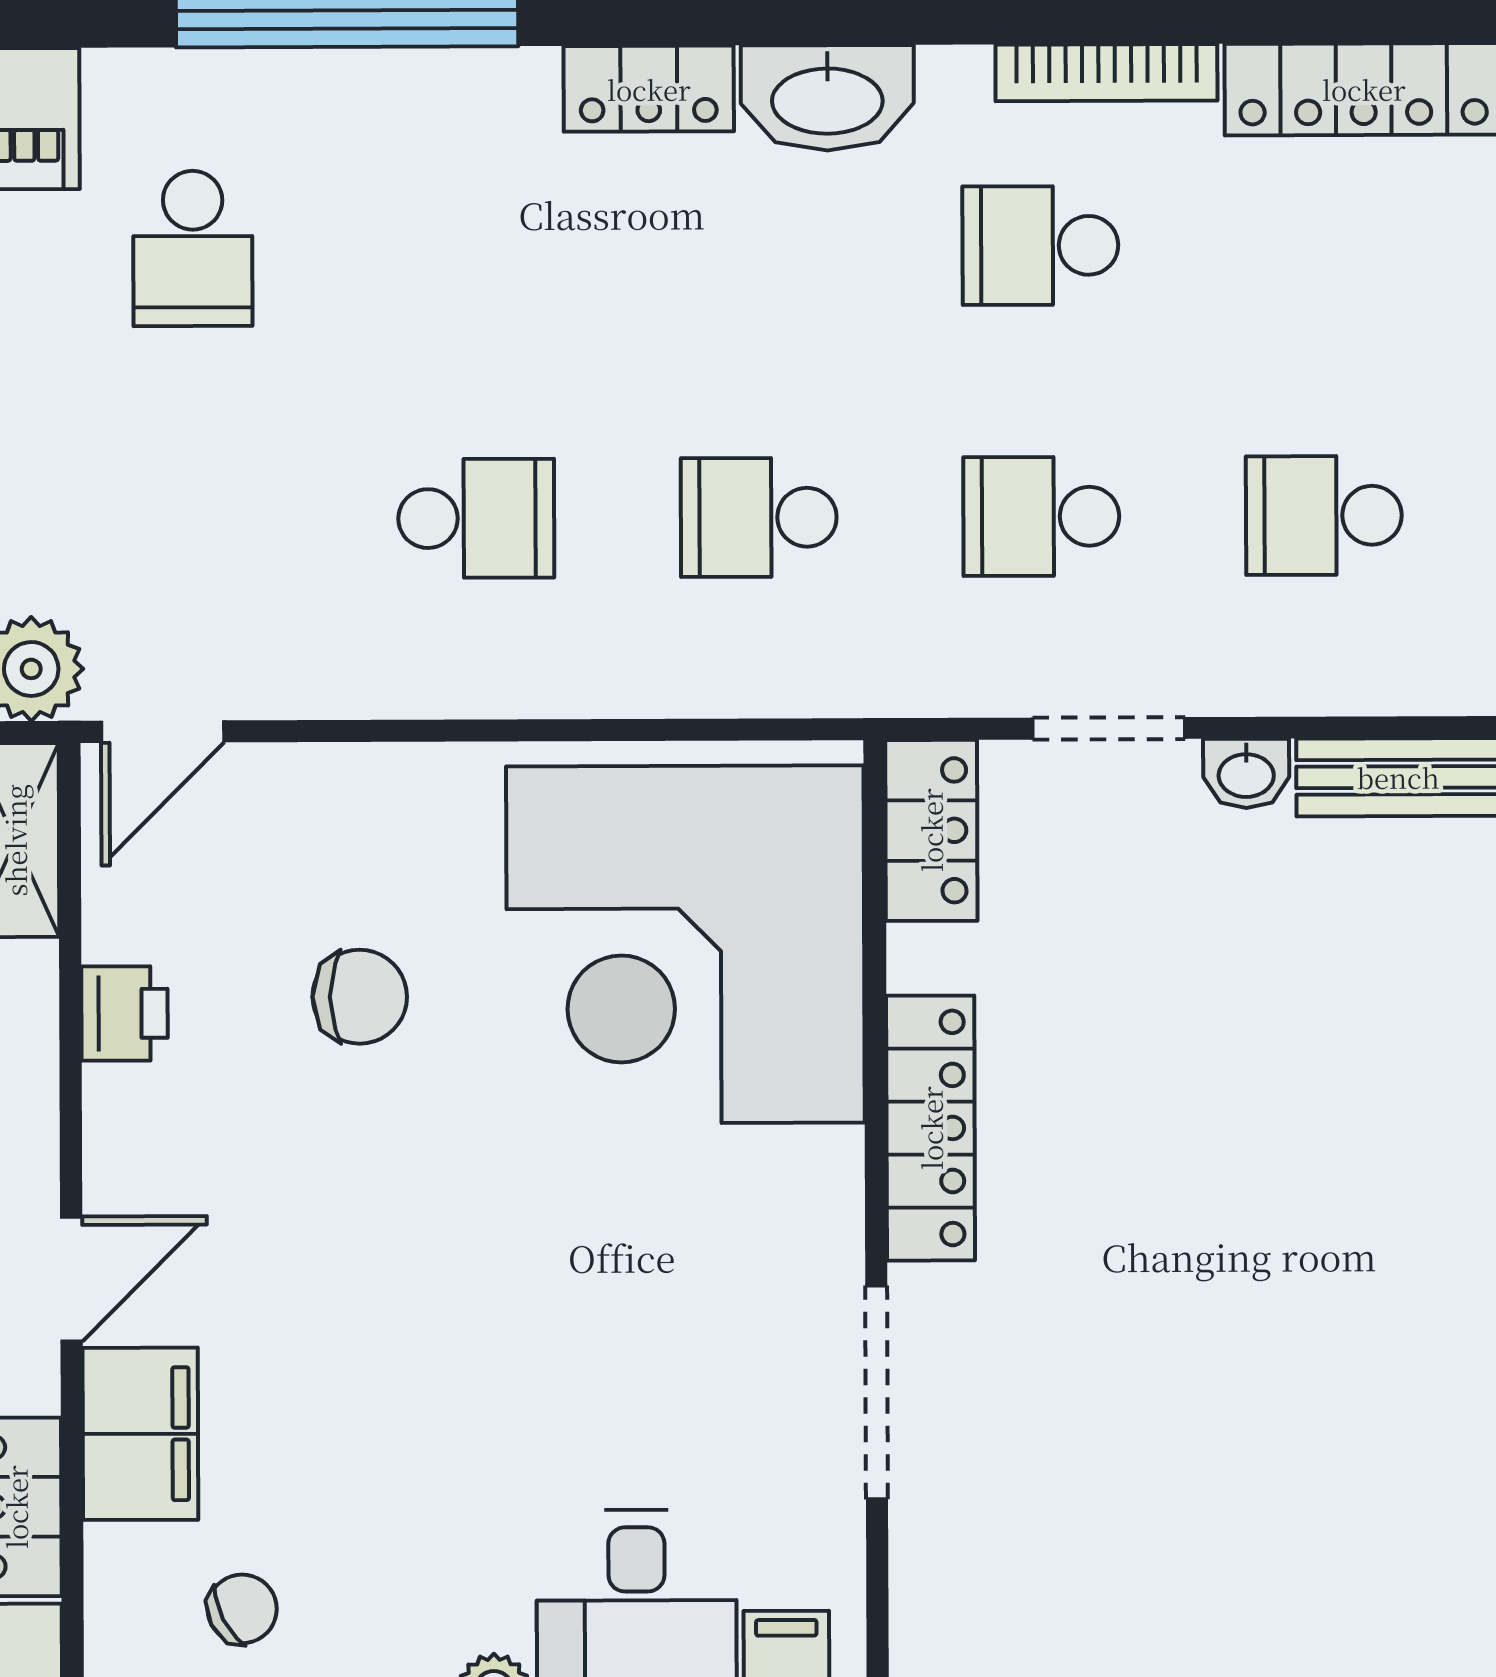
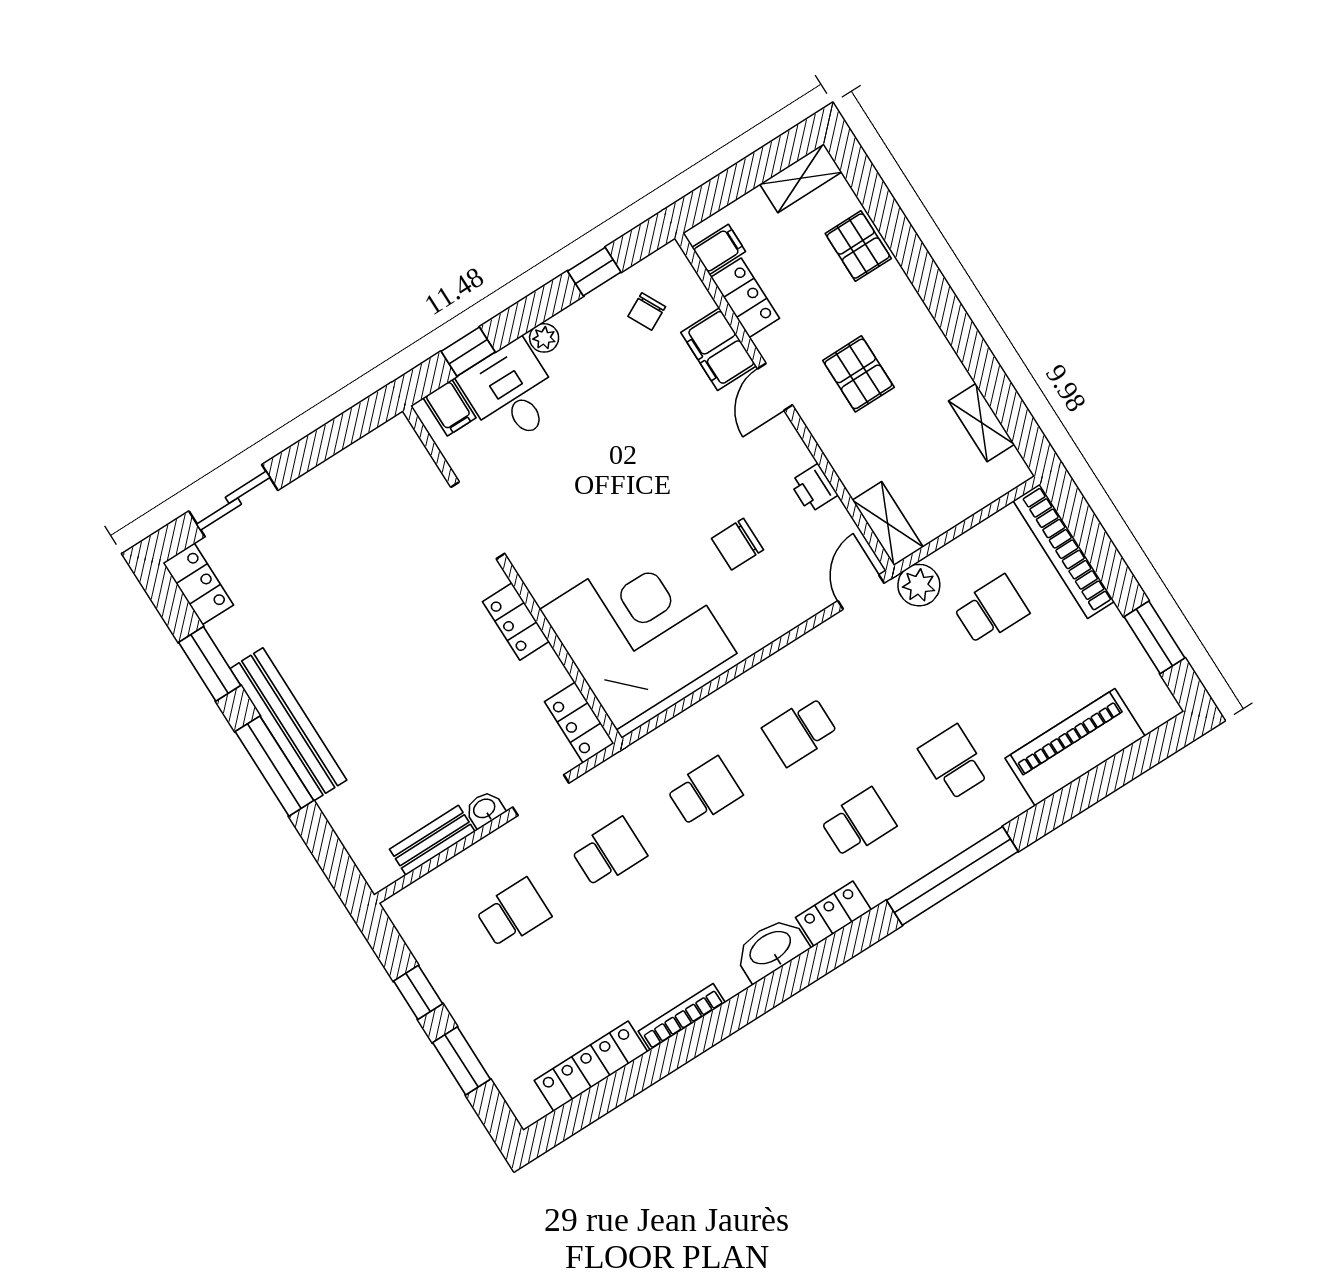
school desk: (1040, 246) -> (858, 823), moved
locker: (931, 1128) -> (516, 621), width x0.66

